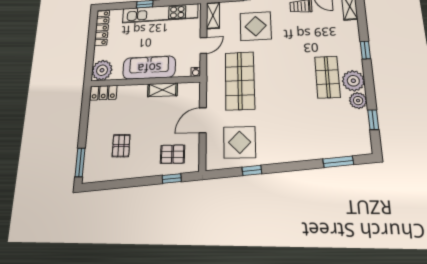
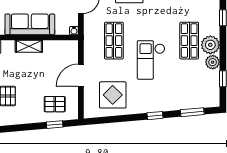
shop shelf: (240, 81) -> (114, 41), width x0.70, depth x0.74
shelving: (162, 90) -> (29, 46), moved
checkout: (283, 100) -> (151, 60), added
window: (252, 170) -> (155, 116), moved

